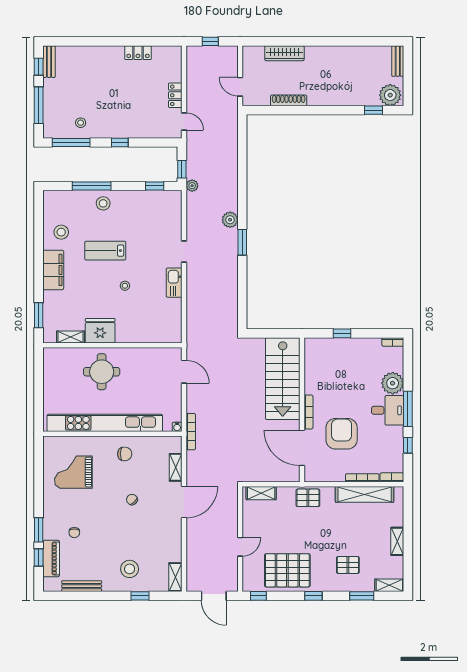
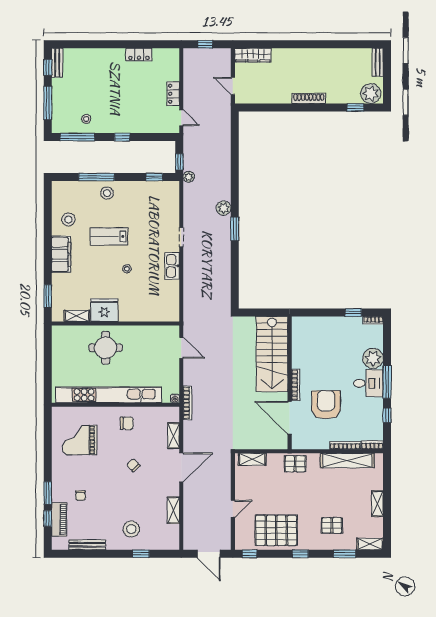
wardrobe: (284, 53) -> (253, 55), moved
shoe rack: (289, 100) -> (309, 98), moved
window: (342, 333) -> (353, 313), moved
shelving: (175, 577) -> (173, 510), moved

